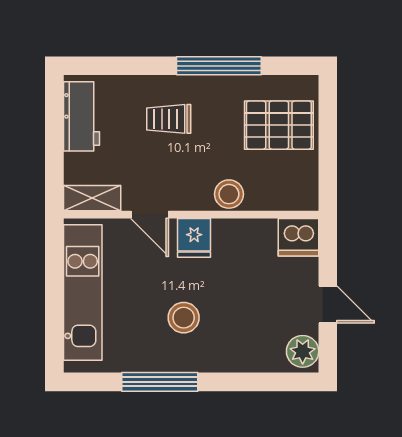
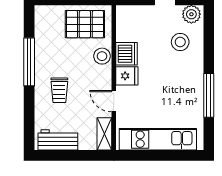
pallet: (279, 125) -> (85, 24), moved, turned 90
door: (150, 215) -> (114, 101), swing flipped
dishwasher: (298, 237) -> (126, 54), moved
stool: (184, 318) -> (180, 42), moved

